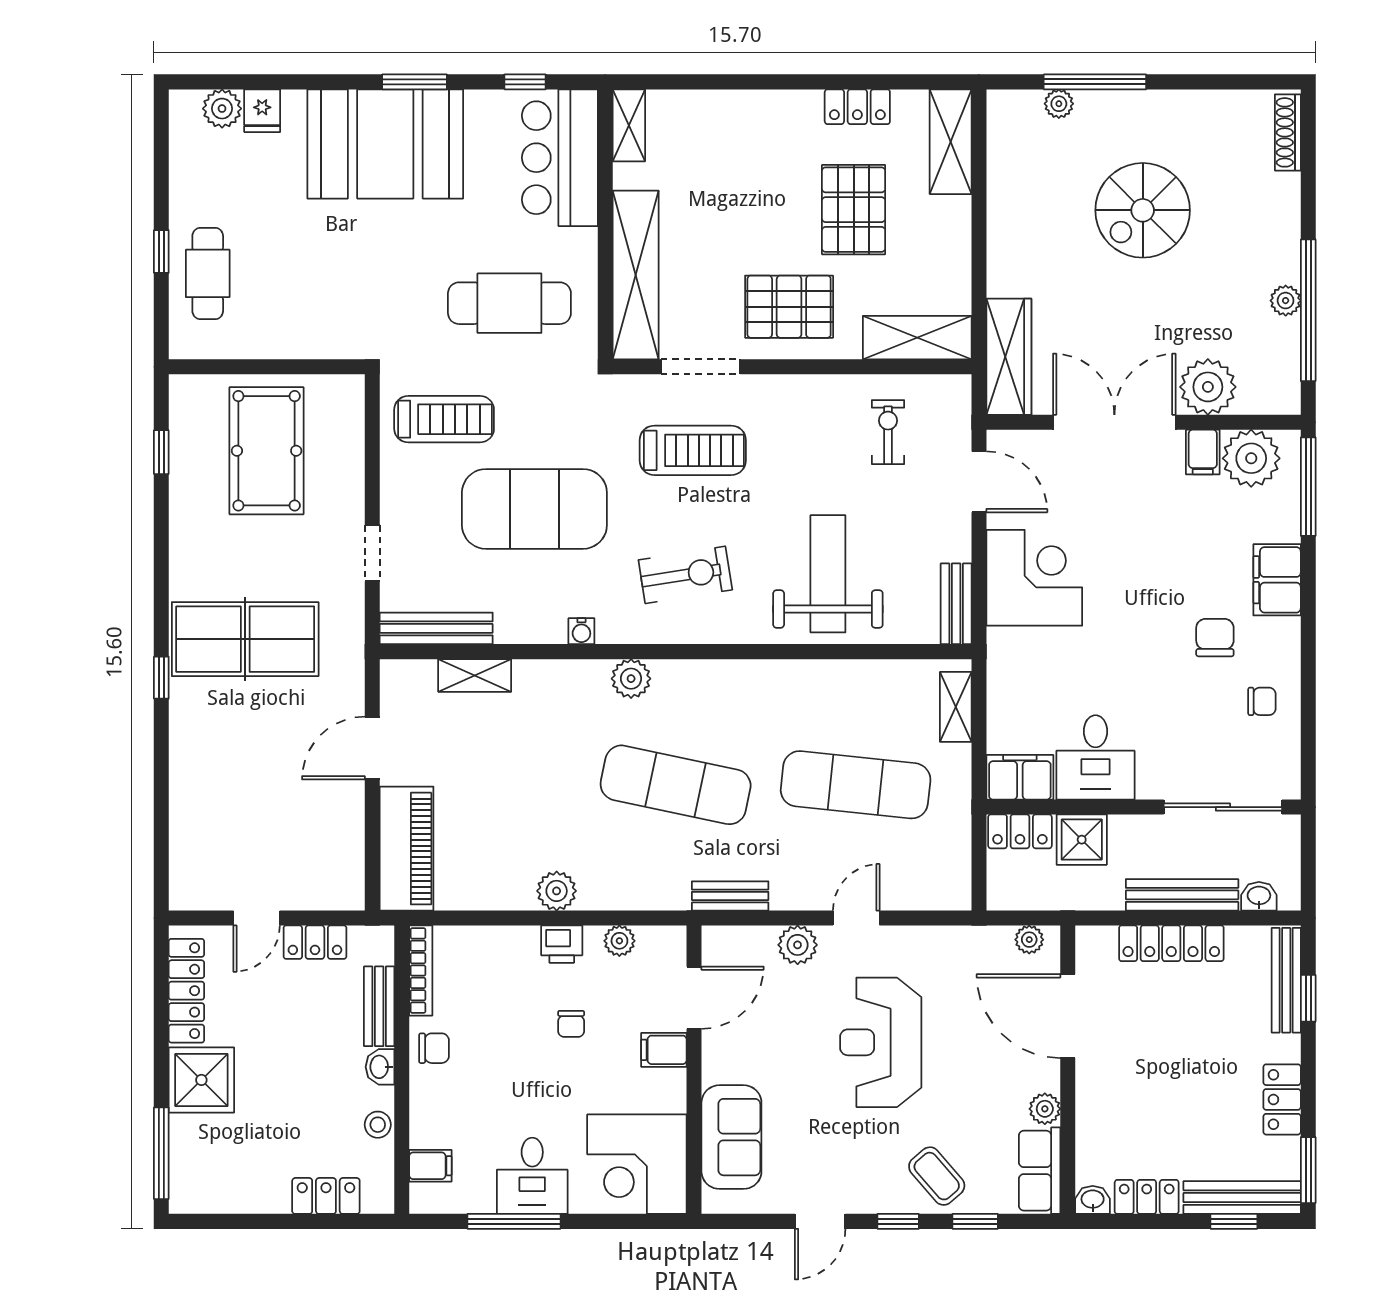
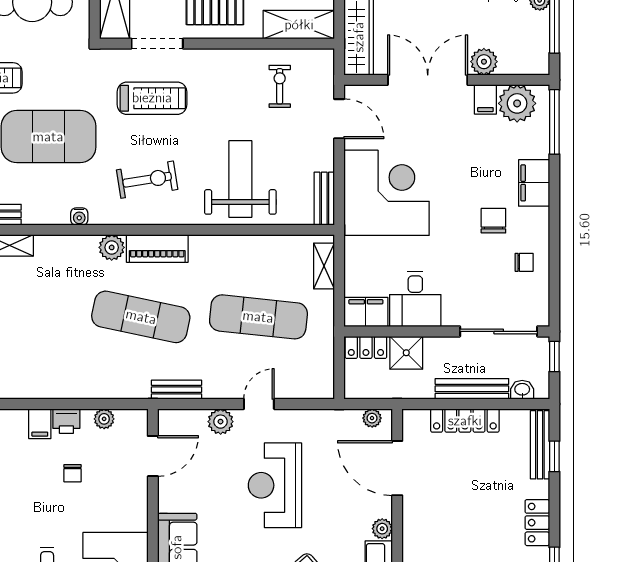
plant: (1208, 387) -> (484, 62), width x0.73, depth x0.73
corner desk: (1034, 578) -> (387, 193), width x1.36, depth x1.36
piano: (701, 680) -> (157, 248), added
window: (1308, 845) -> (554, 357), added
plant: (557, 891) -> (63, 386), removed
filing cabinet: (664, 1050) -> (40, 424), moved, turned -90

